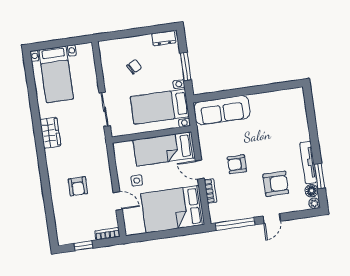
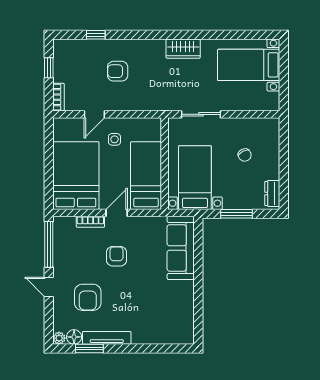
window: (49, 209) -> (96, 35), added

